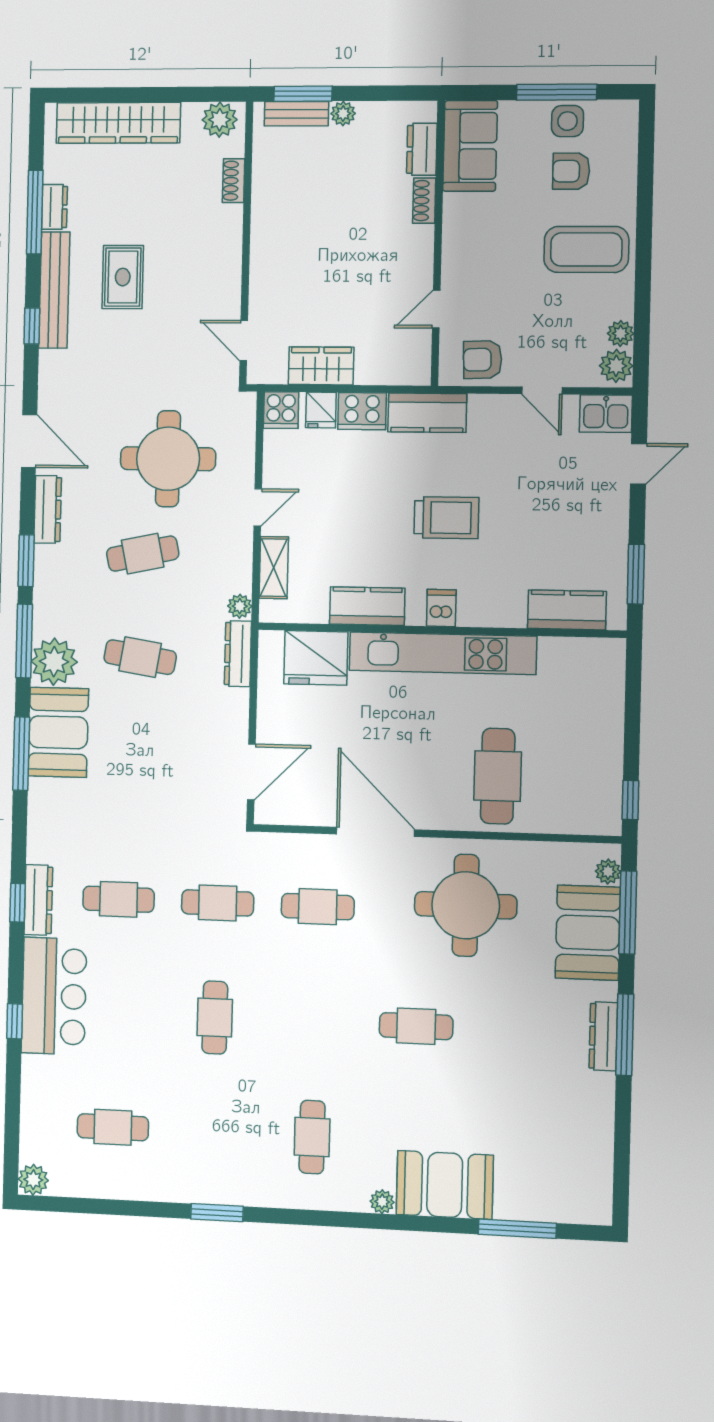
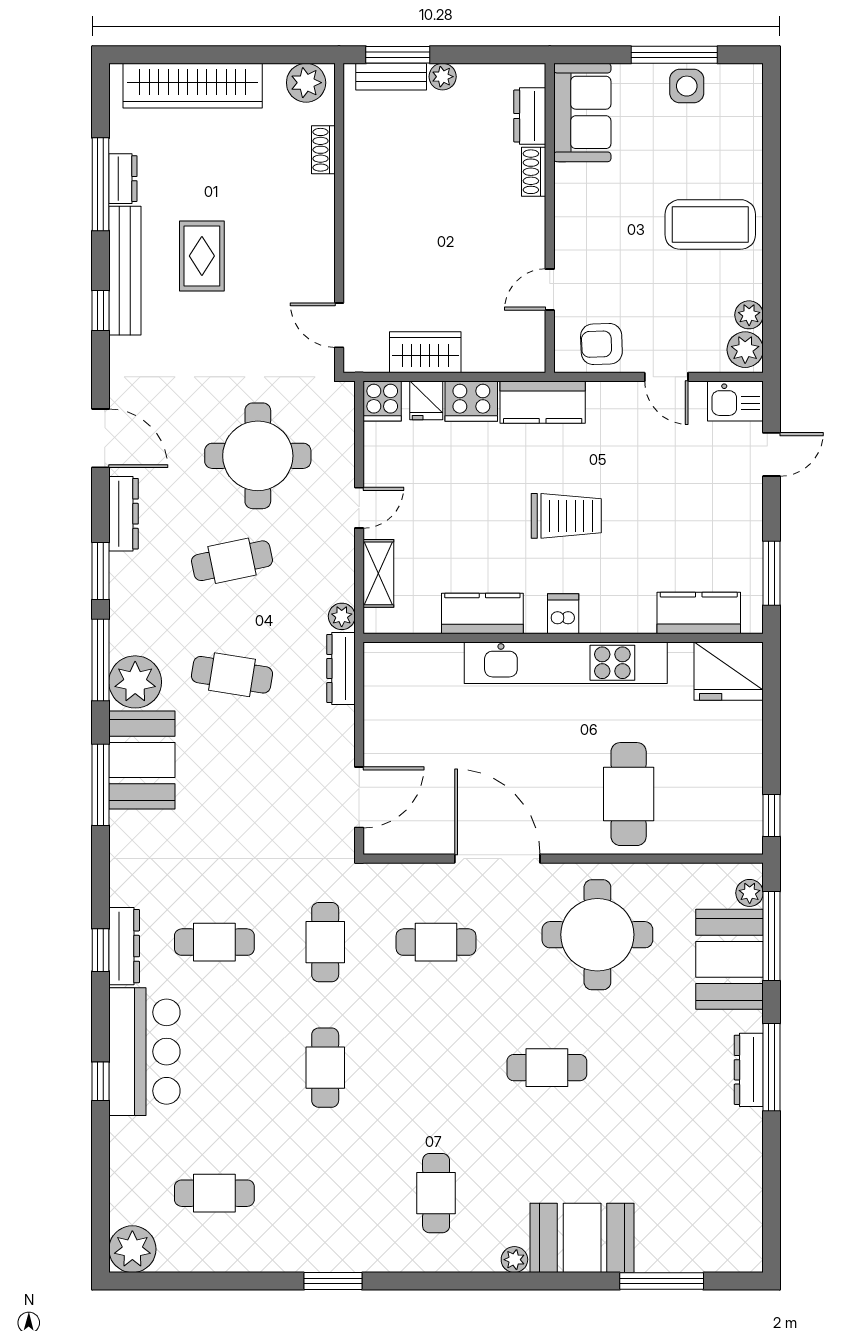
armchair: (571, 171) -> (692, 140), removed
fridge: (316, 658) -> (729, 671), moved
cafe table: (218, 903) -> (325, 942), turned 90
plant: (33, 1180) -> (132, 1249), width x1.36, depth x1.36

